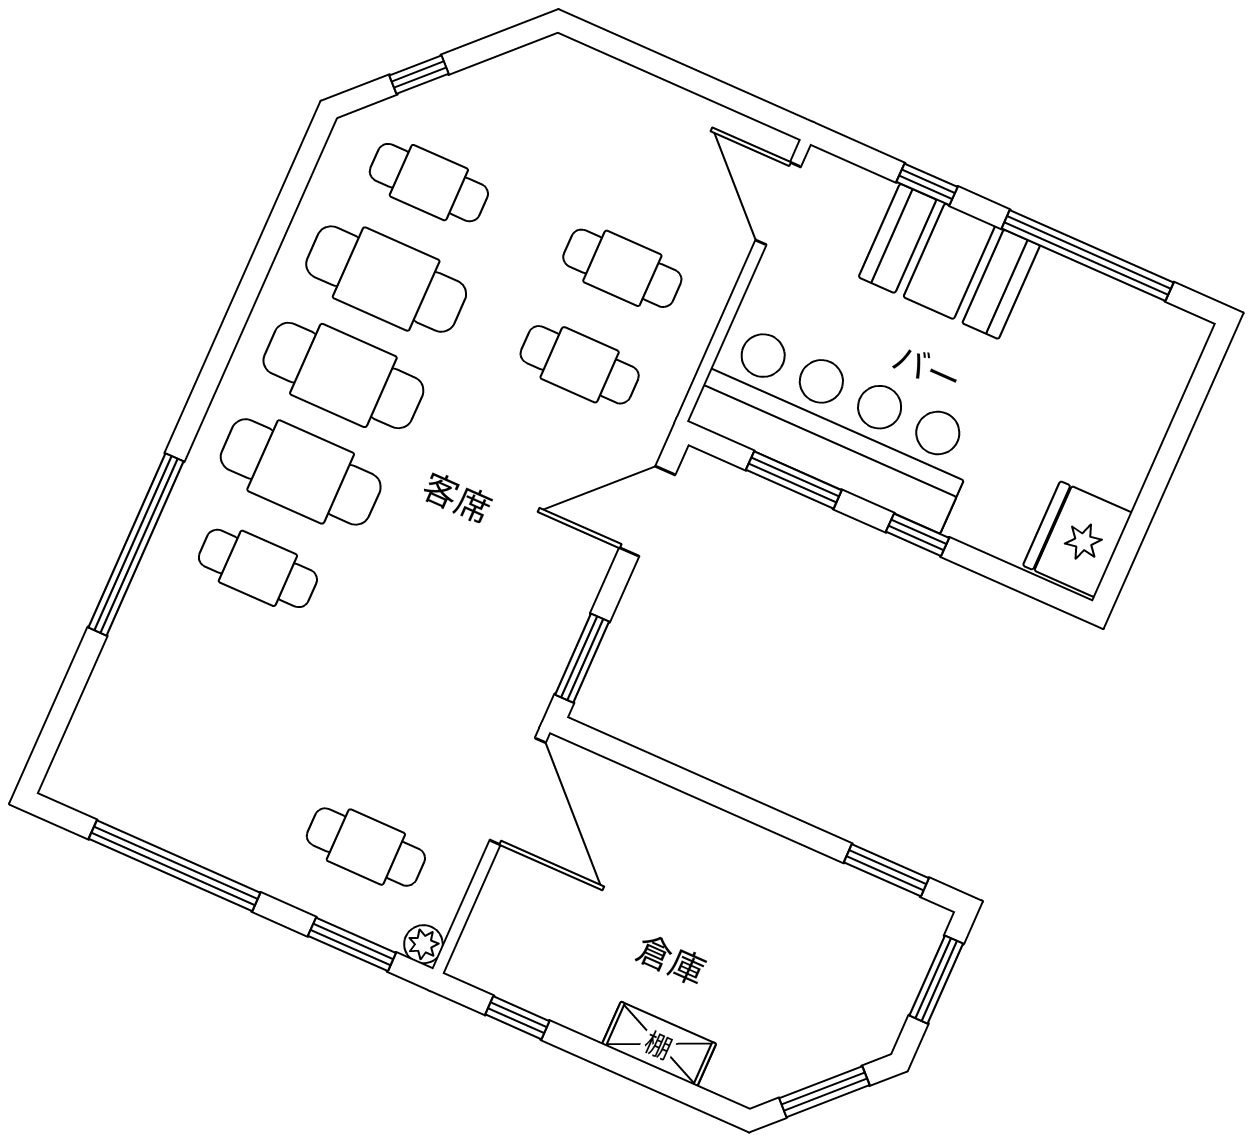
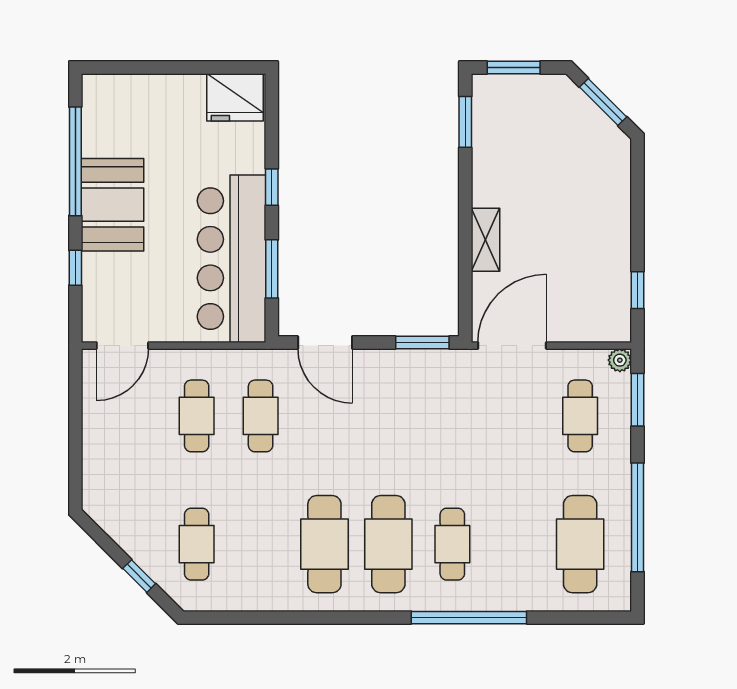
booth: (949, 261) -> (113, 205), moved
cafe table: (386, 279) -> (580, 544), moved
shelving: (659, 1044) -> (485, 240), moved

